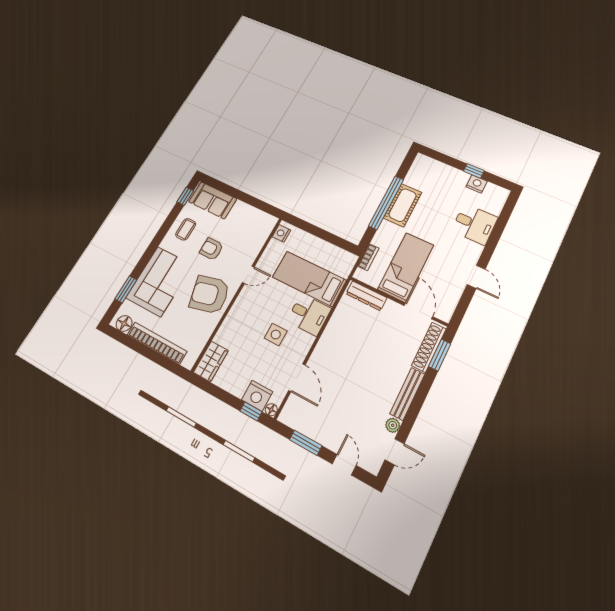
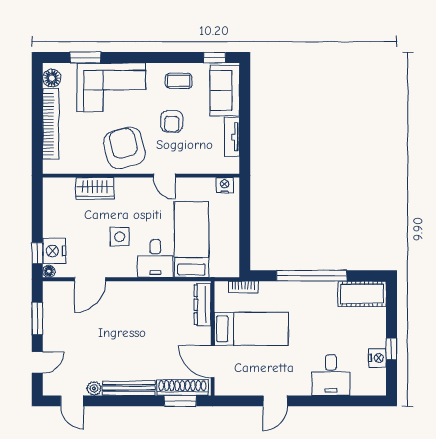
cot: (403, 205) -> (362, 294), moved
tv unit: (249, 211) -> (232, 137), added
armchair: (211, 249) -> (172, 121), turned 180
door: (418, 311) -> (213, 362), swing flipped
wardrobe: (211, 361) -> (95, 188), moved

